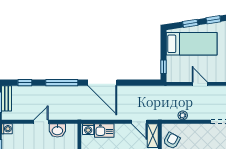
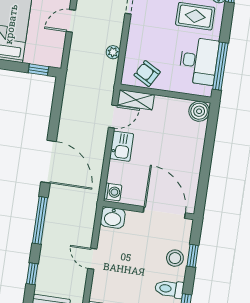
door: (102, 83) -> (49, 162), hinge flipped
washbasin: (57, 130) -> (113, 218), moved, turned 90
kitchen sink: (104, 131) -> (122, 146), moved

